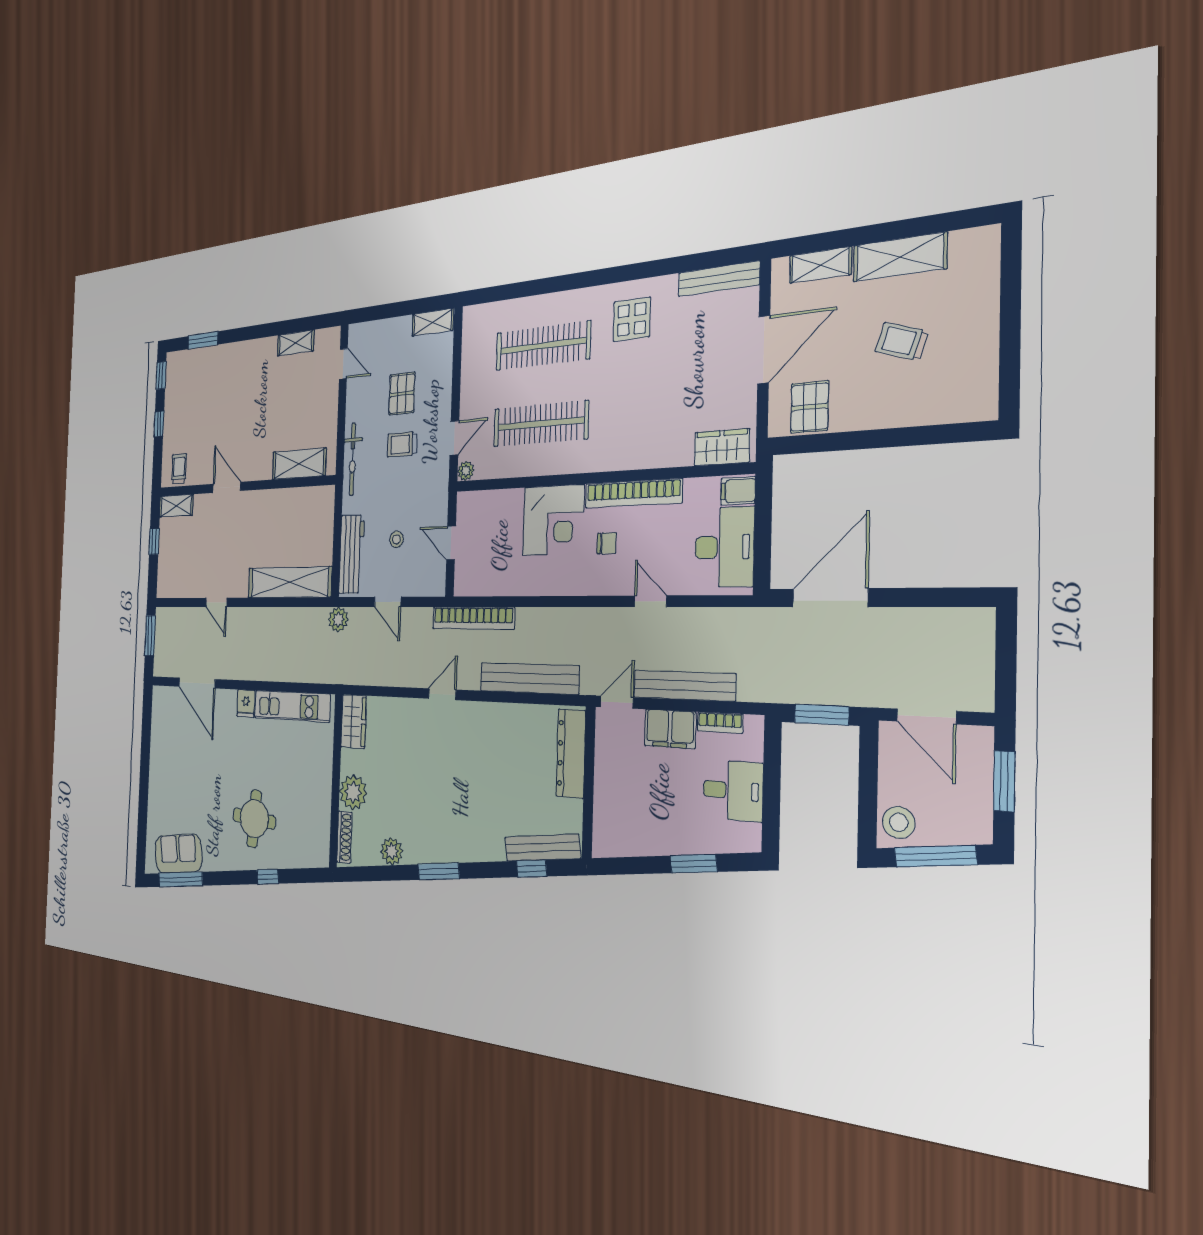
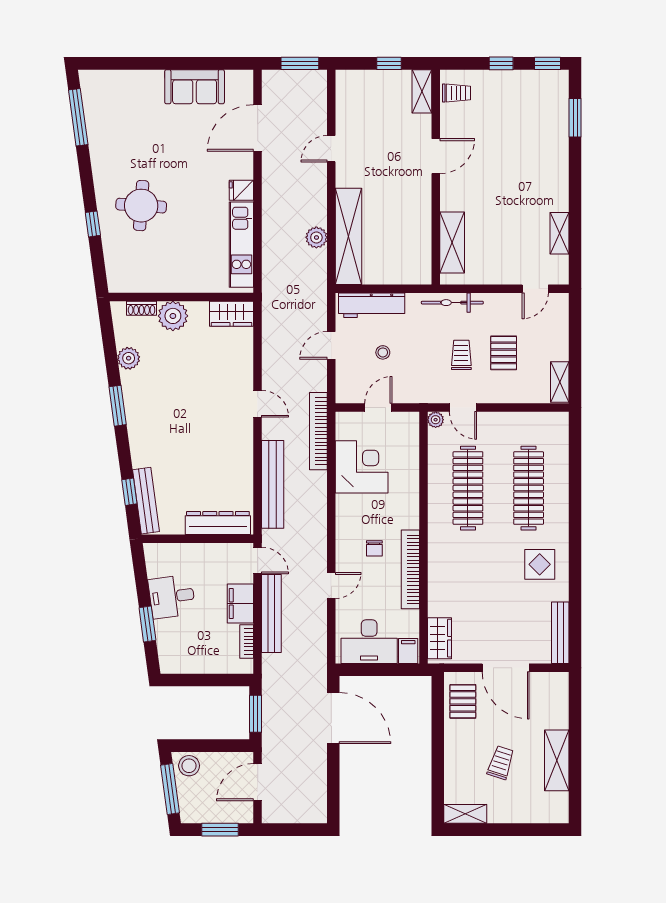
shelving: (820, 265) -> (465, 814), moved, turned 90
pallet: (402, 394) -> (504, 353), turned 90
pallet: (810, 407) -> (463, 701), turned 90
corner desk: (553, 520) -> (362, 467), moved, turned 180
plant: (338, 620) -> (316, 237), moved
desk: (733, 791) -> (172, 597), moved, turned 82
shoe rack: (344, 837) -> (142, 308), width x0.70
sofa: (178, 854) -> (195, 87), moved, turned 98

